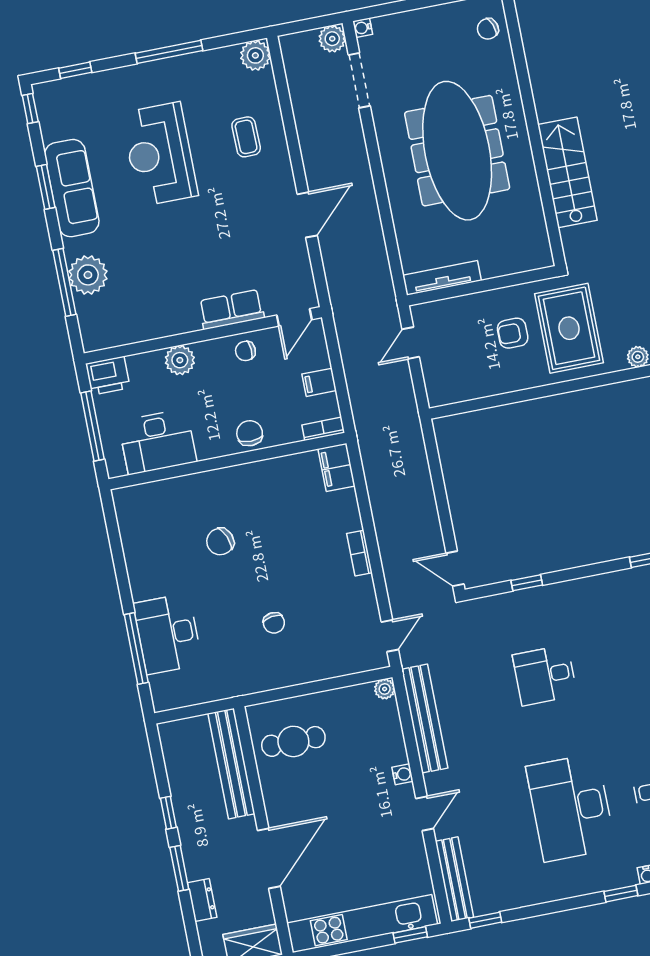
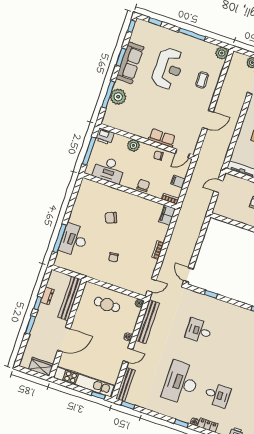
reception desk: (160, 154) -> (168, 69), turned 180
cafe table: (293, 741) -> (107, 305), moved
dresser: (202, 900) -> (47, 296), moved

